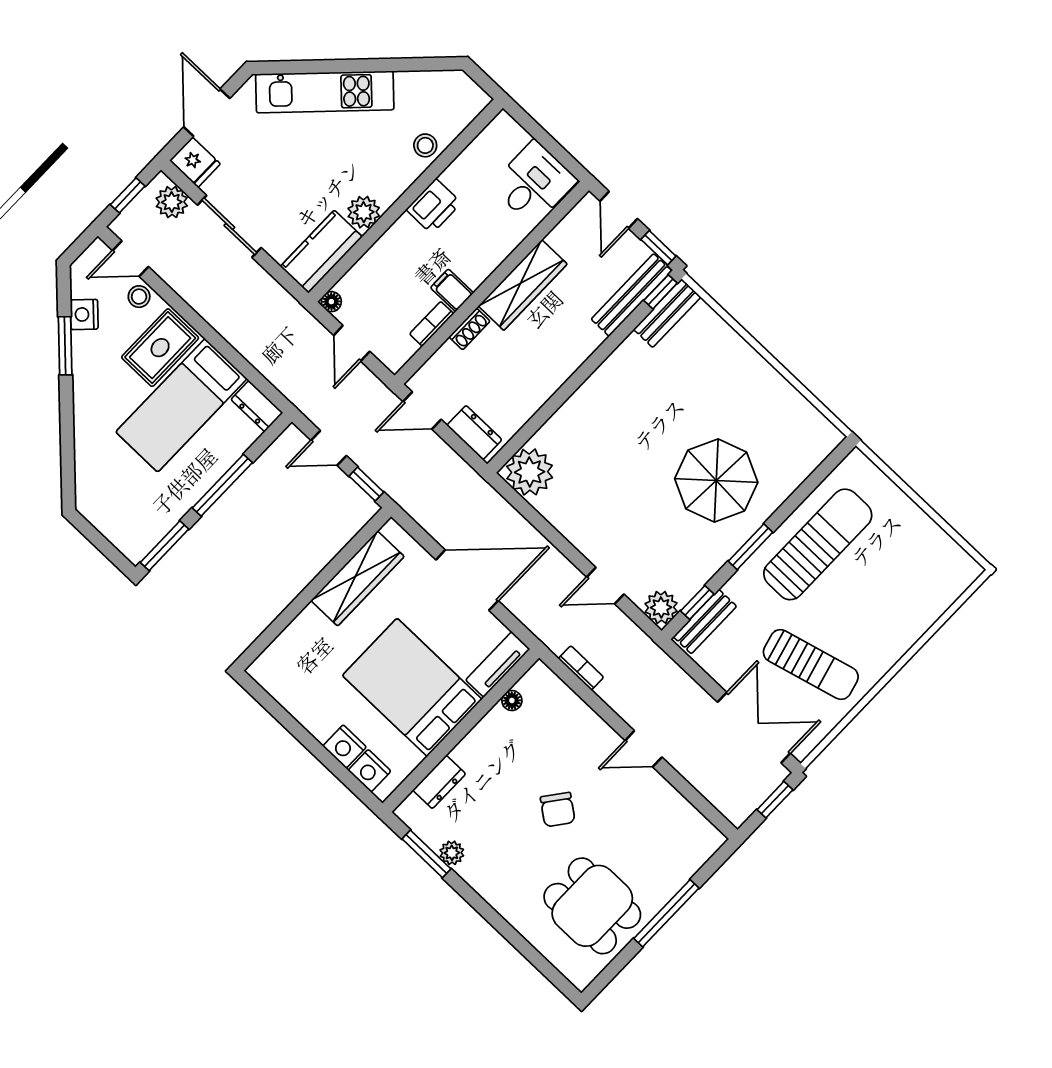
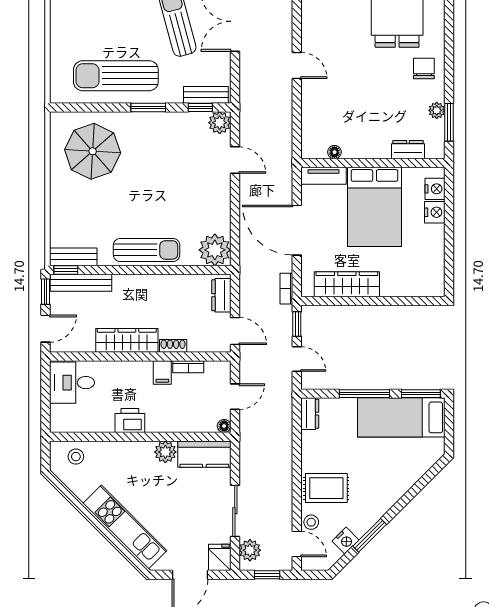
stool: (425, 145) -> (76, 457), moved
sun lounger: (600, 399) -> (147, 250), added
bed: (181, 405) -> (401, 417), moved, turned 180
parasol: (716, 480) -> (93, 151), moved
bookcase: (581, 668) -> (286, 289), moved
chair: (558, 810) -> (424, 68), moved, turned -37

